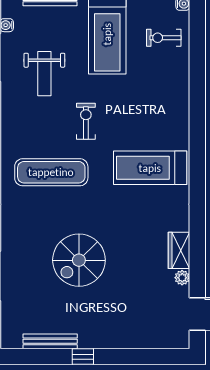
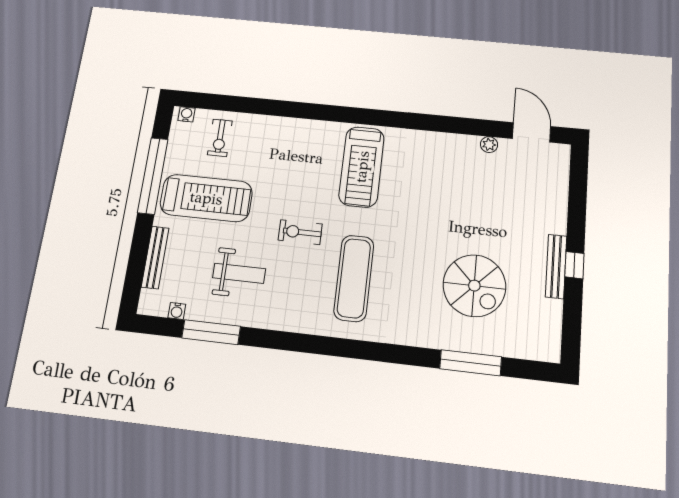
wardrobe: (179, 250) -> (458, 145), removed
spiral stairs: (79, 260) -> (474, 286), moved
bench: (50, 341) -> (556, 266), moved

